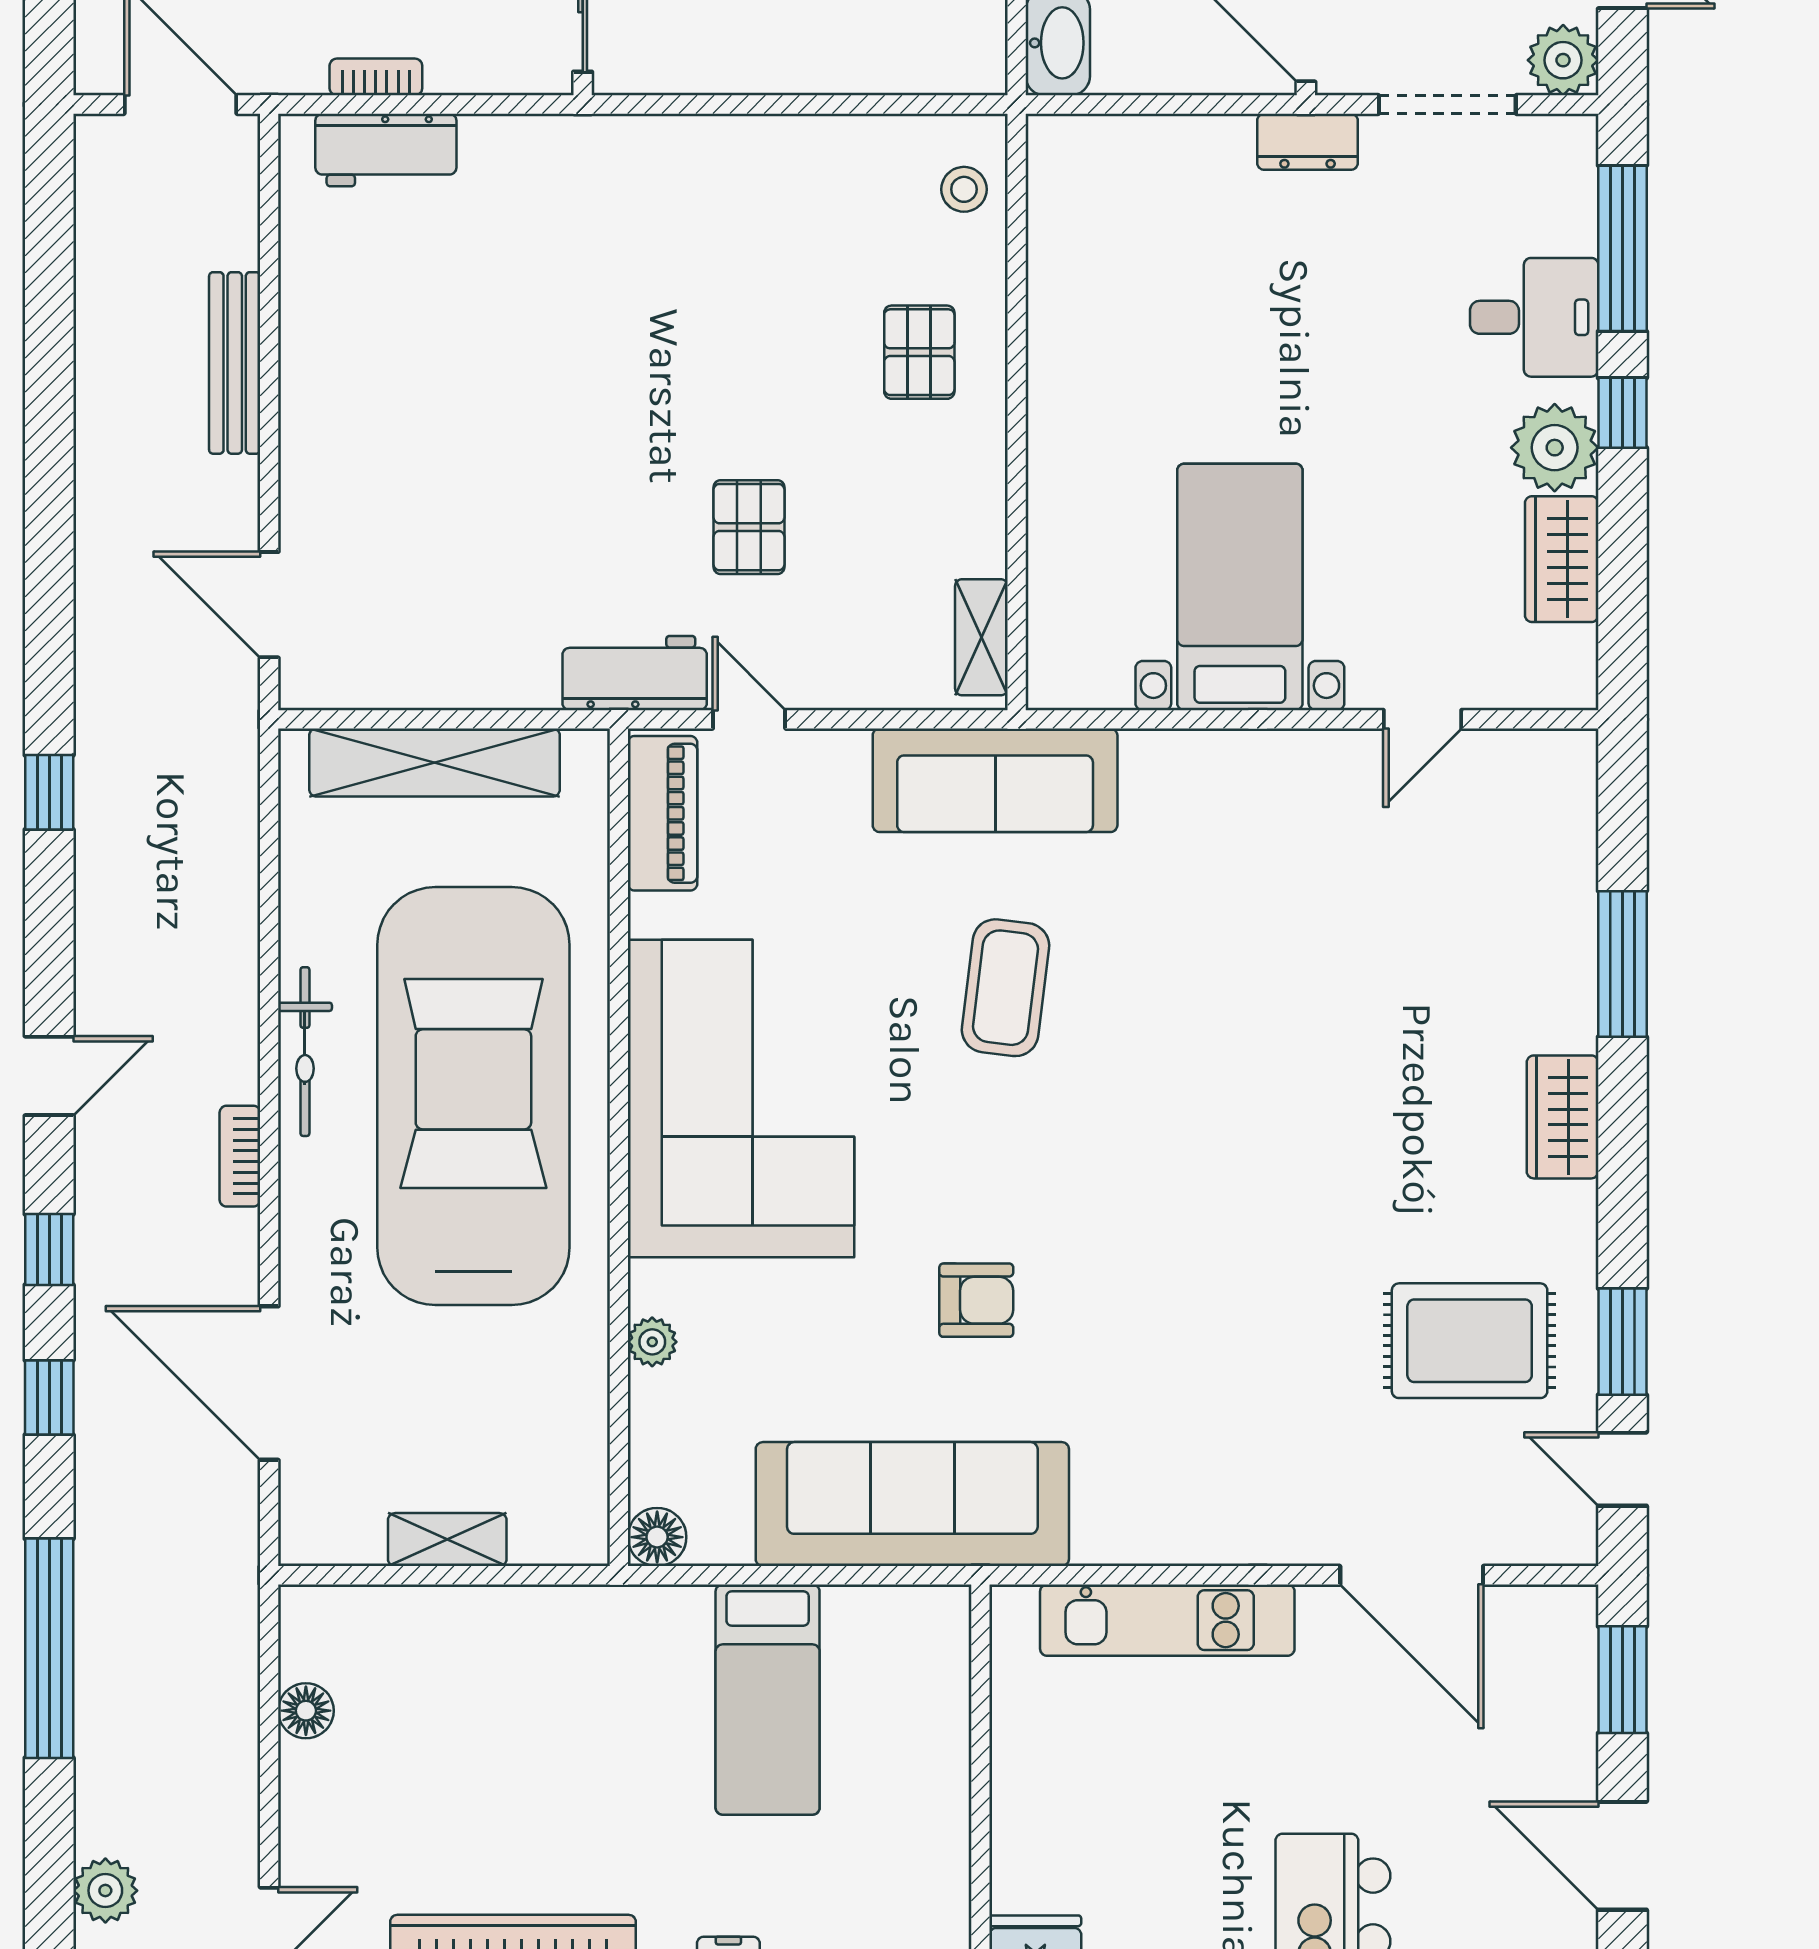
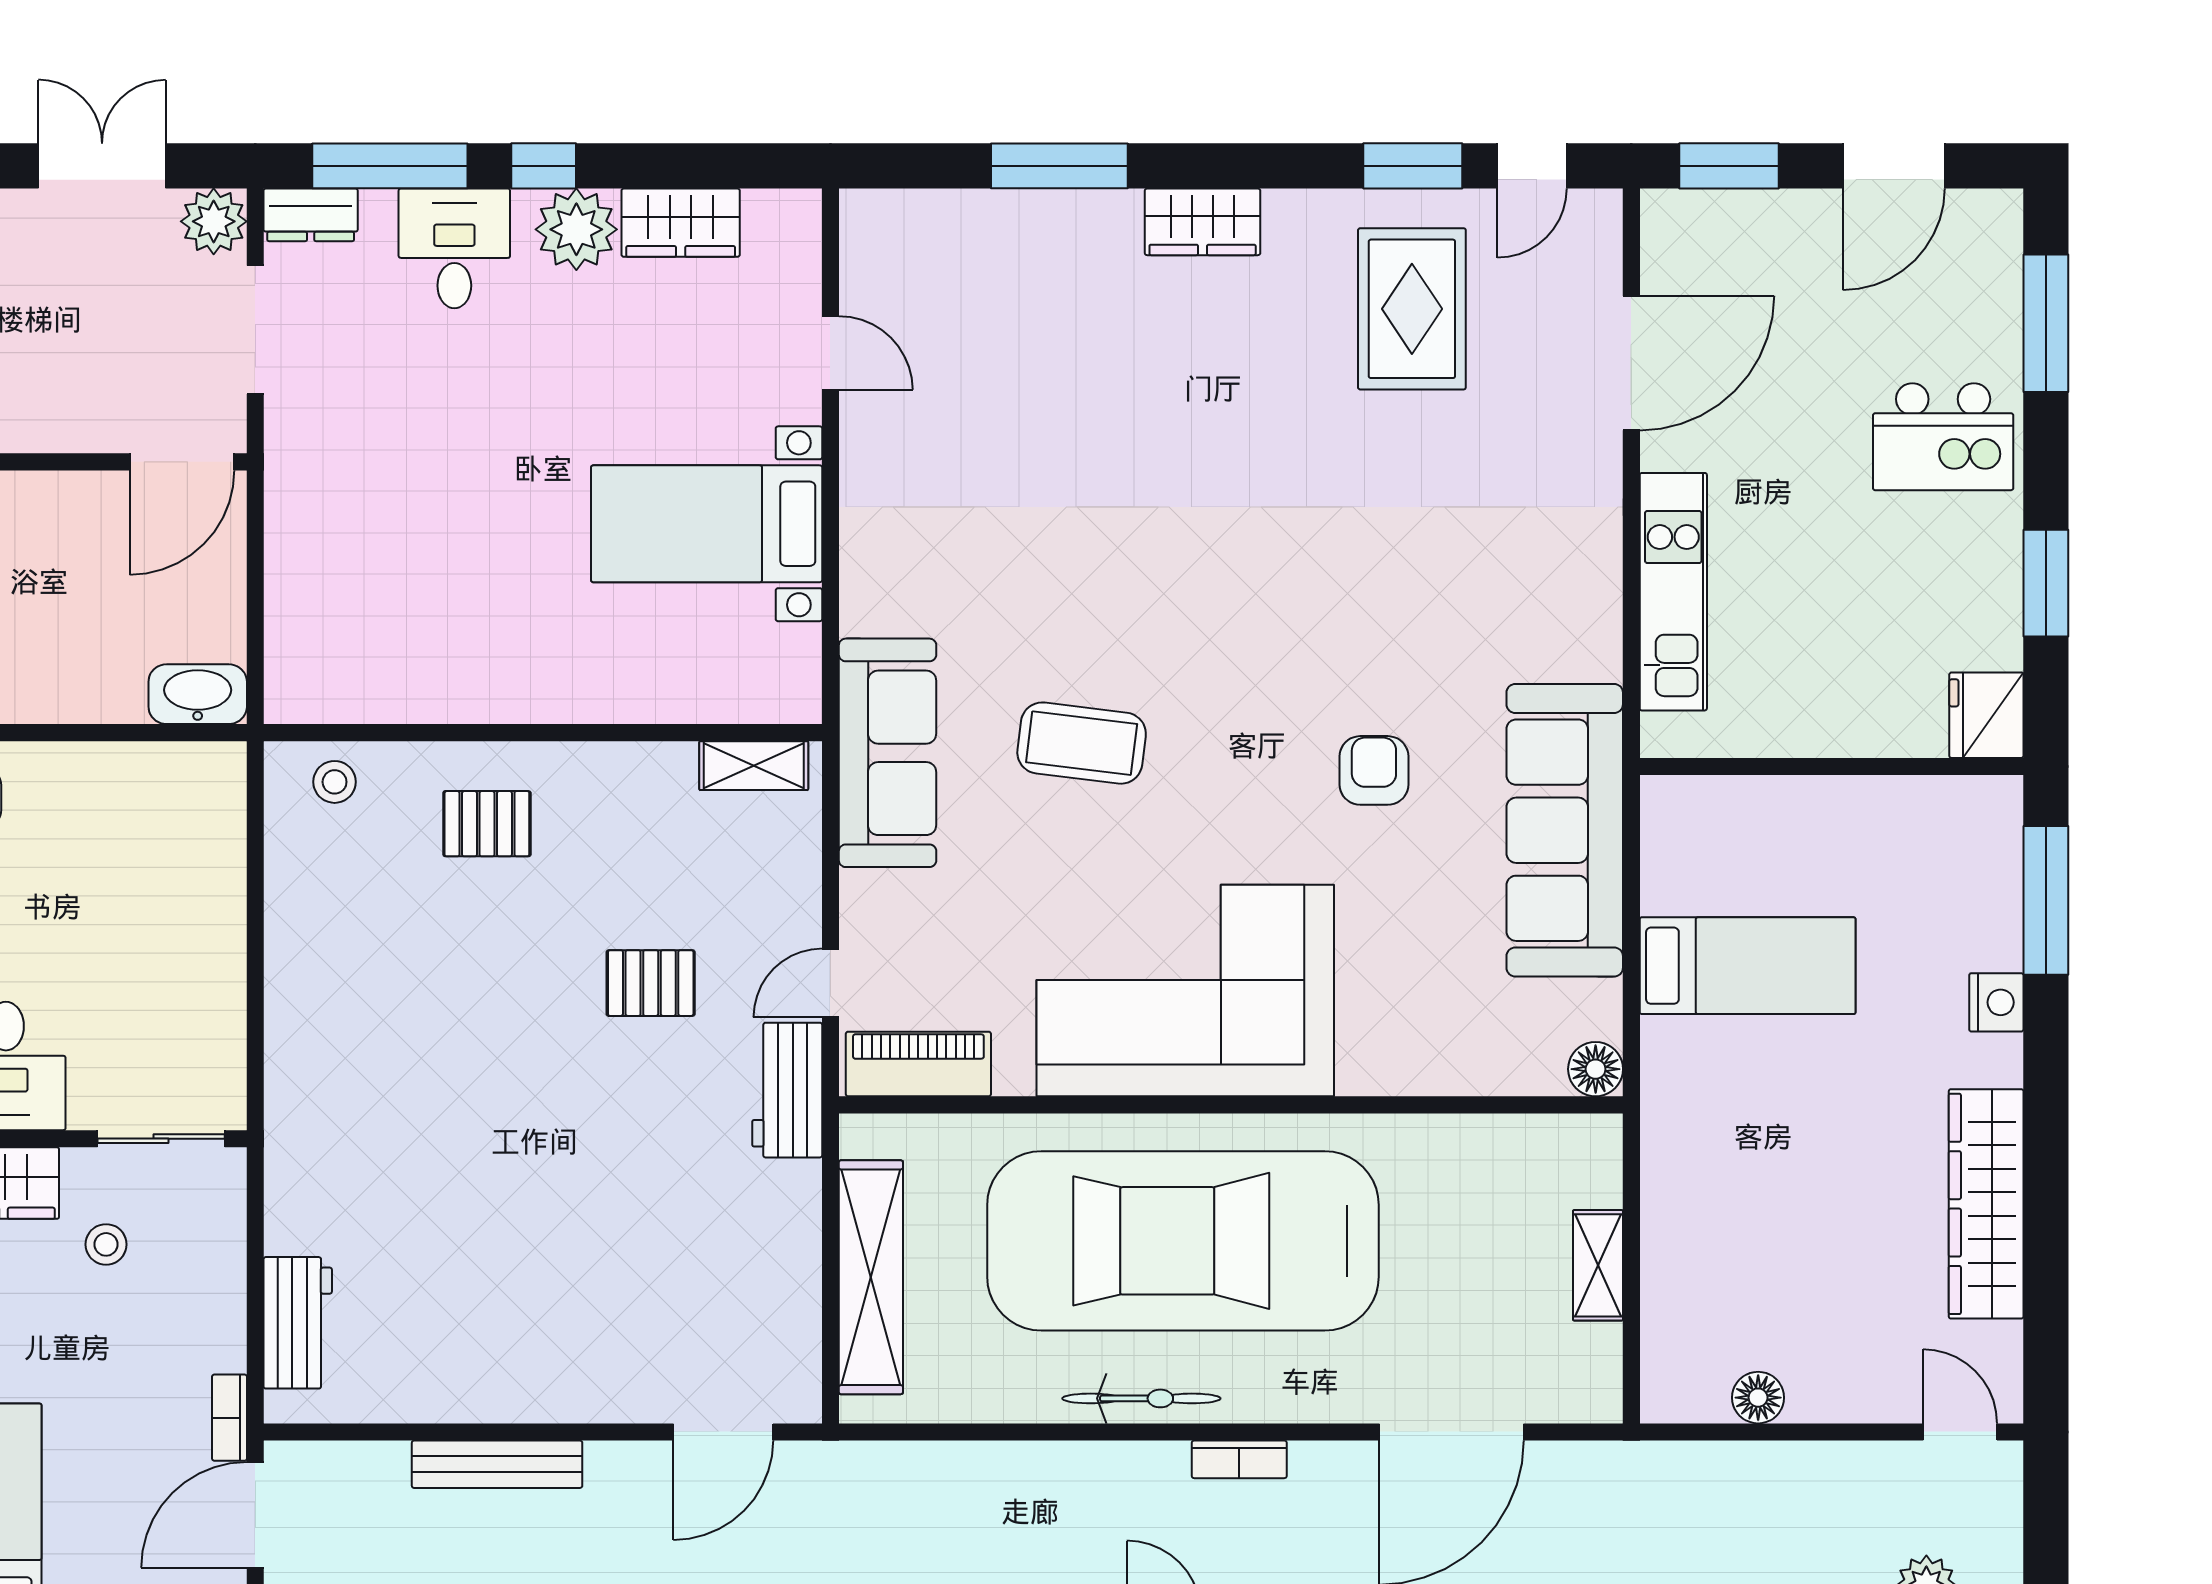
bookcase: (376, 77) -> (229, 1418), moved
dresser: (1308, 142) -> (311, 215), moved, turned 90
plant: (652, 1342) -> (1413, 1074), removed

